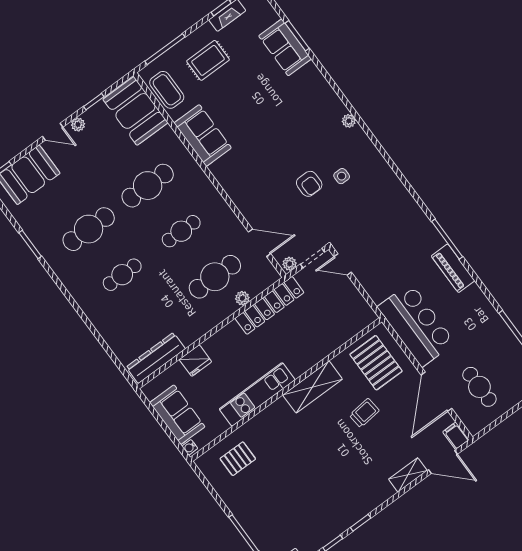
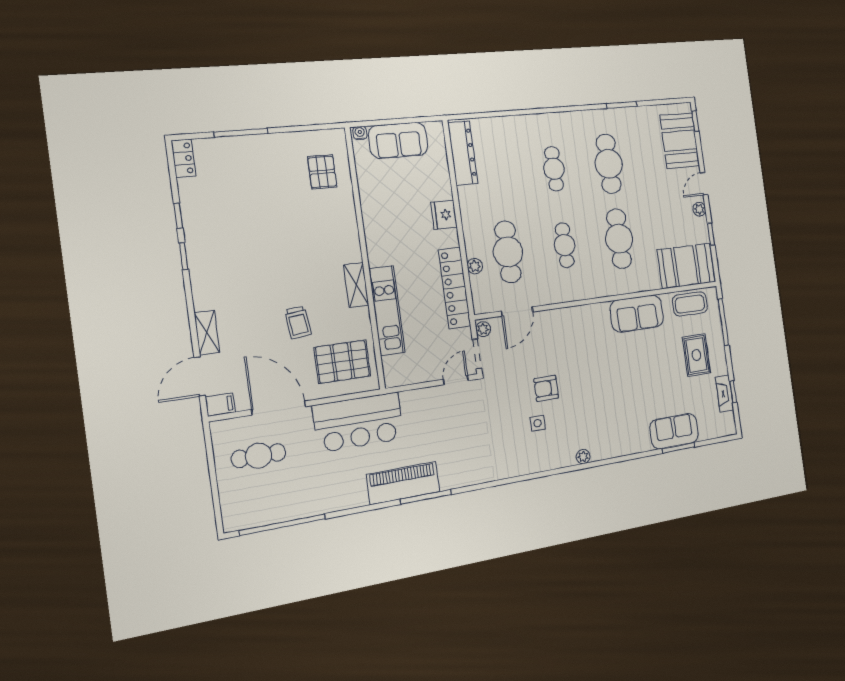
piano: (453, 268) -> (403, 483), width x1.37, depth x1.33
fridge: (195, 361) -> (444, 215), moved
shelving: (313, 387) -> (356, 285), width x0.67, depth x0.75
kitchen unit: (257, 394) -> (387, 311), moved

